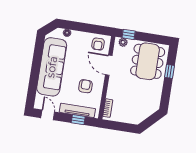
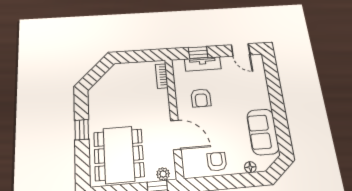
armchair: (98, 44) -> (217, 162), moved
sofa: (52, 67) -> (263, 132), width x0.54, depth x0.79
window: (170, 71) -> (82, 130), moved
tv unit: (77, 110) -> (203, 64), width x0.71

